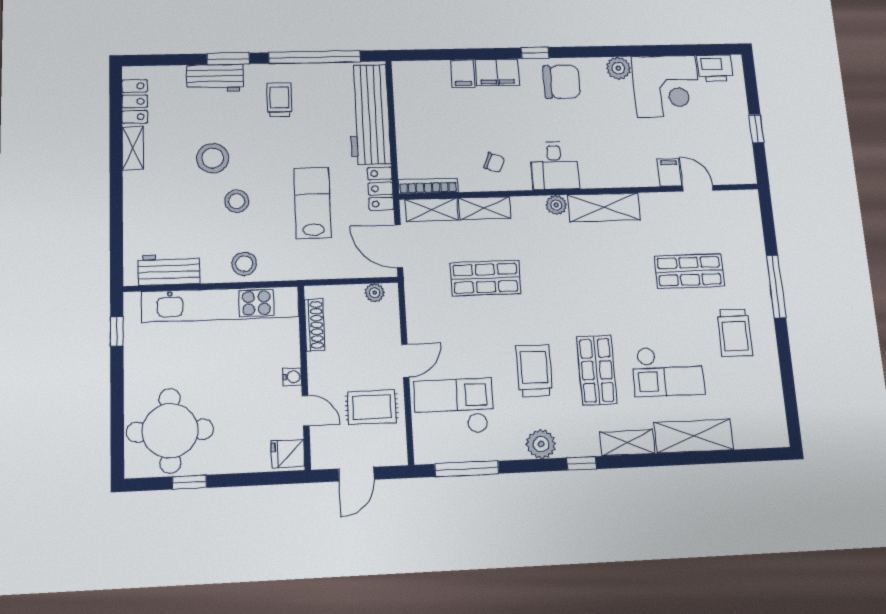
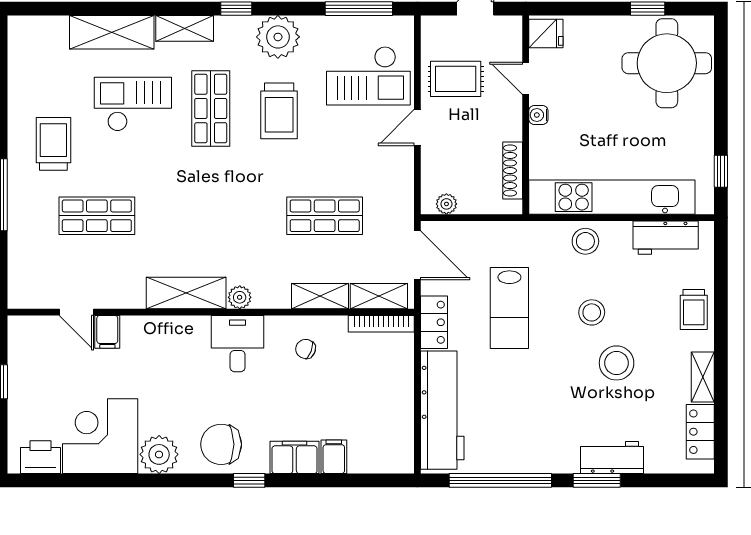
plant: (618, 68) -> (159, 454), width x1.36, depth x1.36
trolley: (279, 100) -> (694, 310), moved
plant: (541, 444) -> (278, 37), width x1.36, depth x1.36

